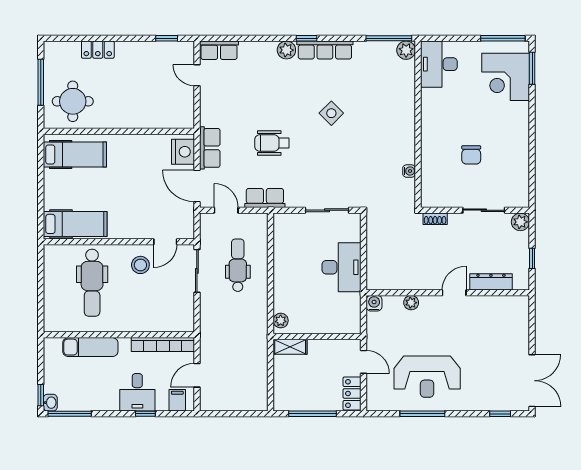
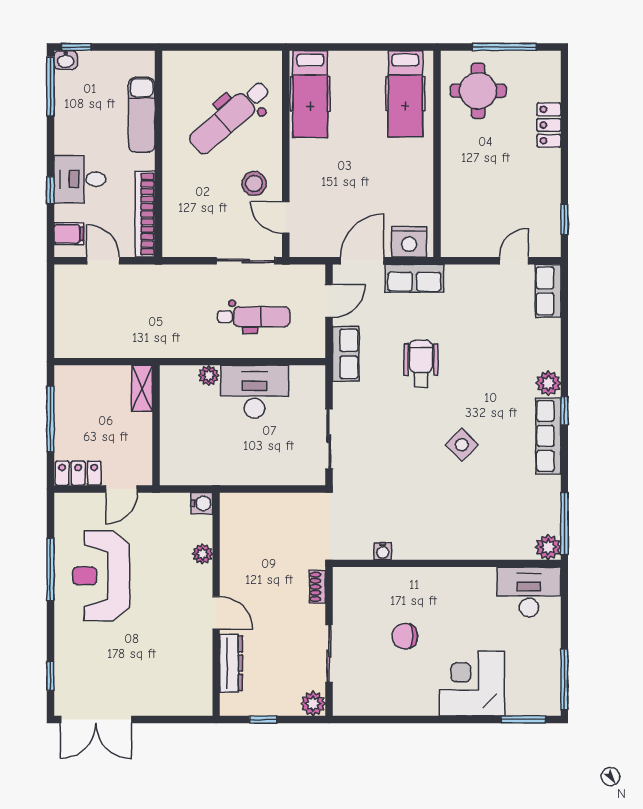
corner desk: (506, 77) -> (472, 683), moved
desk: (342, 267) -> (255, 392), moved, turned 180
dental chair: (92, 283) -> (230, 117), turned -41
plant: (281, 321) -> (209, 375), moved

